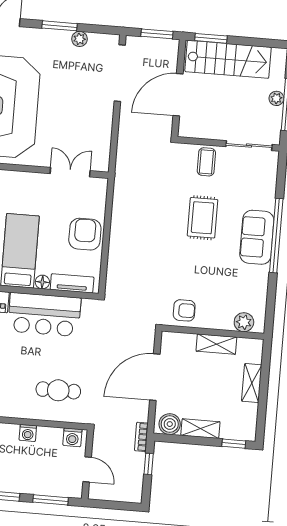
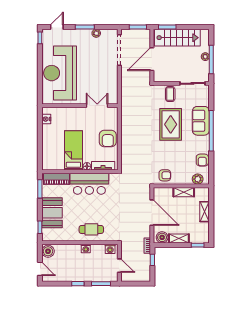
rug: (203, 218) -> (171, 124), width x1.36, depth x1.43
armchair: (85, 234) -> (108, 139), turned 180
sofa: (257, 237) -> (201, 121), moved
armchair: (255, 288) -> (202, 160), added
door: (155, 377) -> (152, 213), swing flipped
cafe table: (58, 390) -> (91, 229), moved

